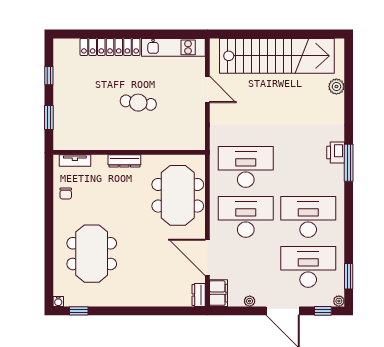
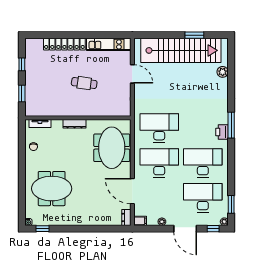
window: (296, 34) -> (194, 35), added
printer: (336, 153) -> (222, 132), moved
meeting table: (92, 254) -> (52, 189), turned 90
filing cabinet: (219, 293) -> (140, 221), width x0.50

